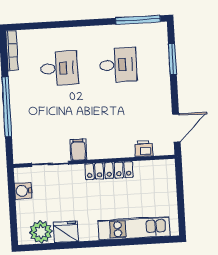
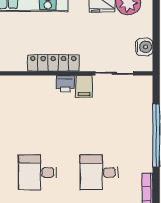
printer: (144, 149) -> (65, 84), moved

